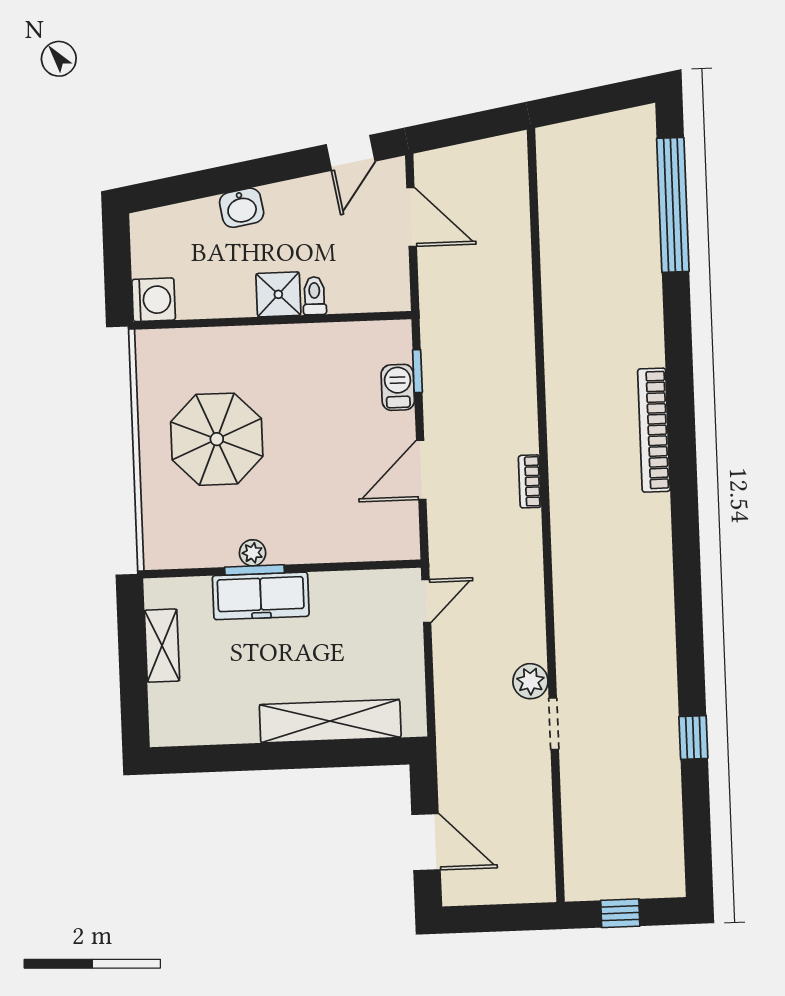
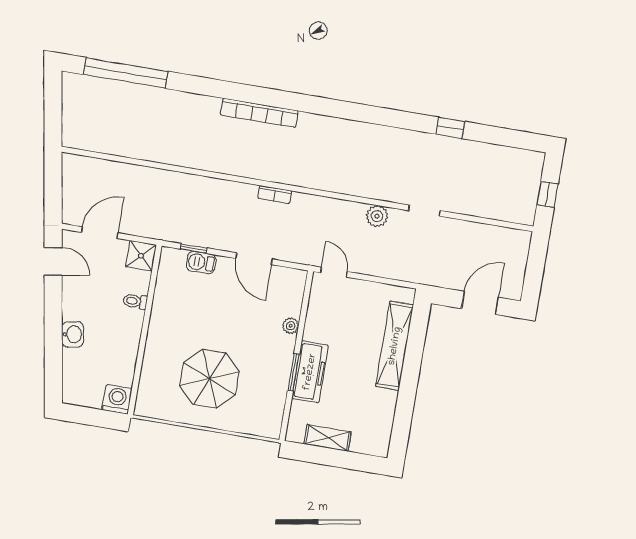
shower: (278, 294) -> (141, 256), moved
plant: (253, 553) -> (291, 326), moved
plant: (530, 681) -> (377, 216), moved

